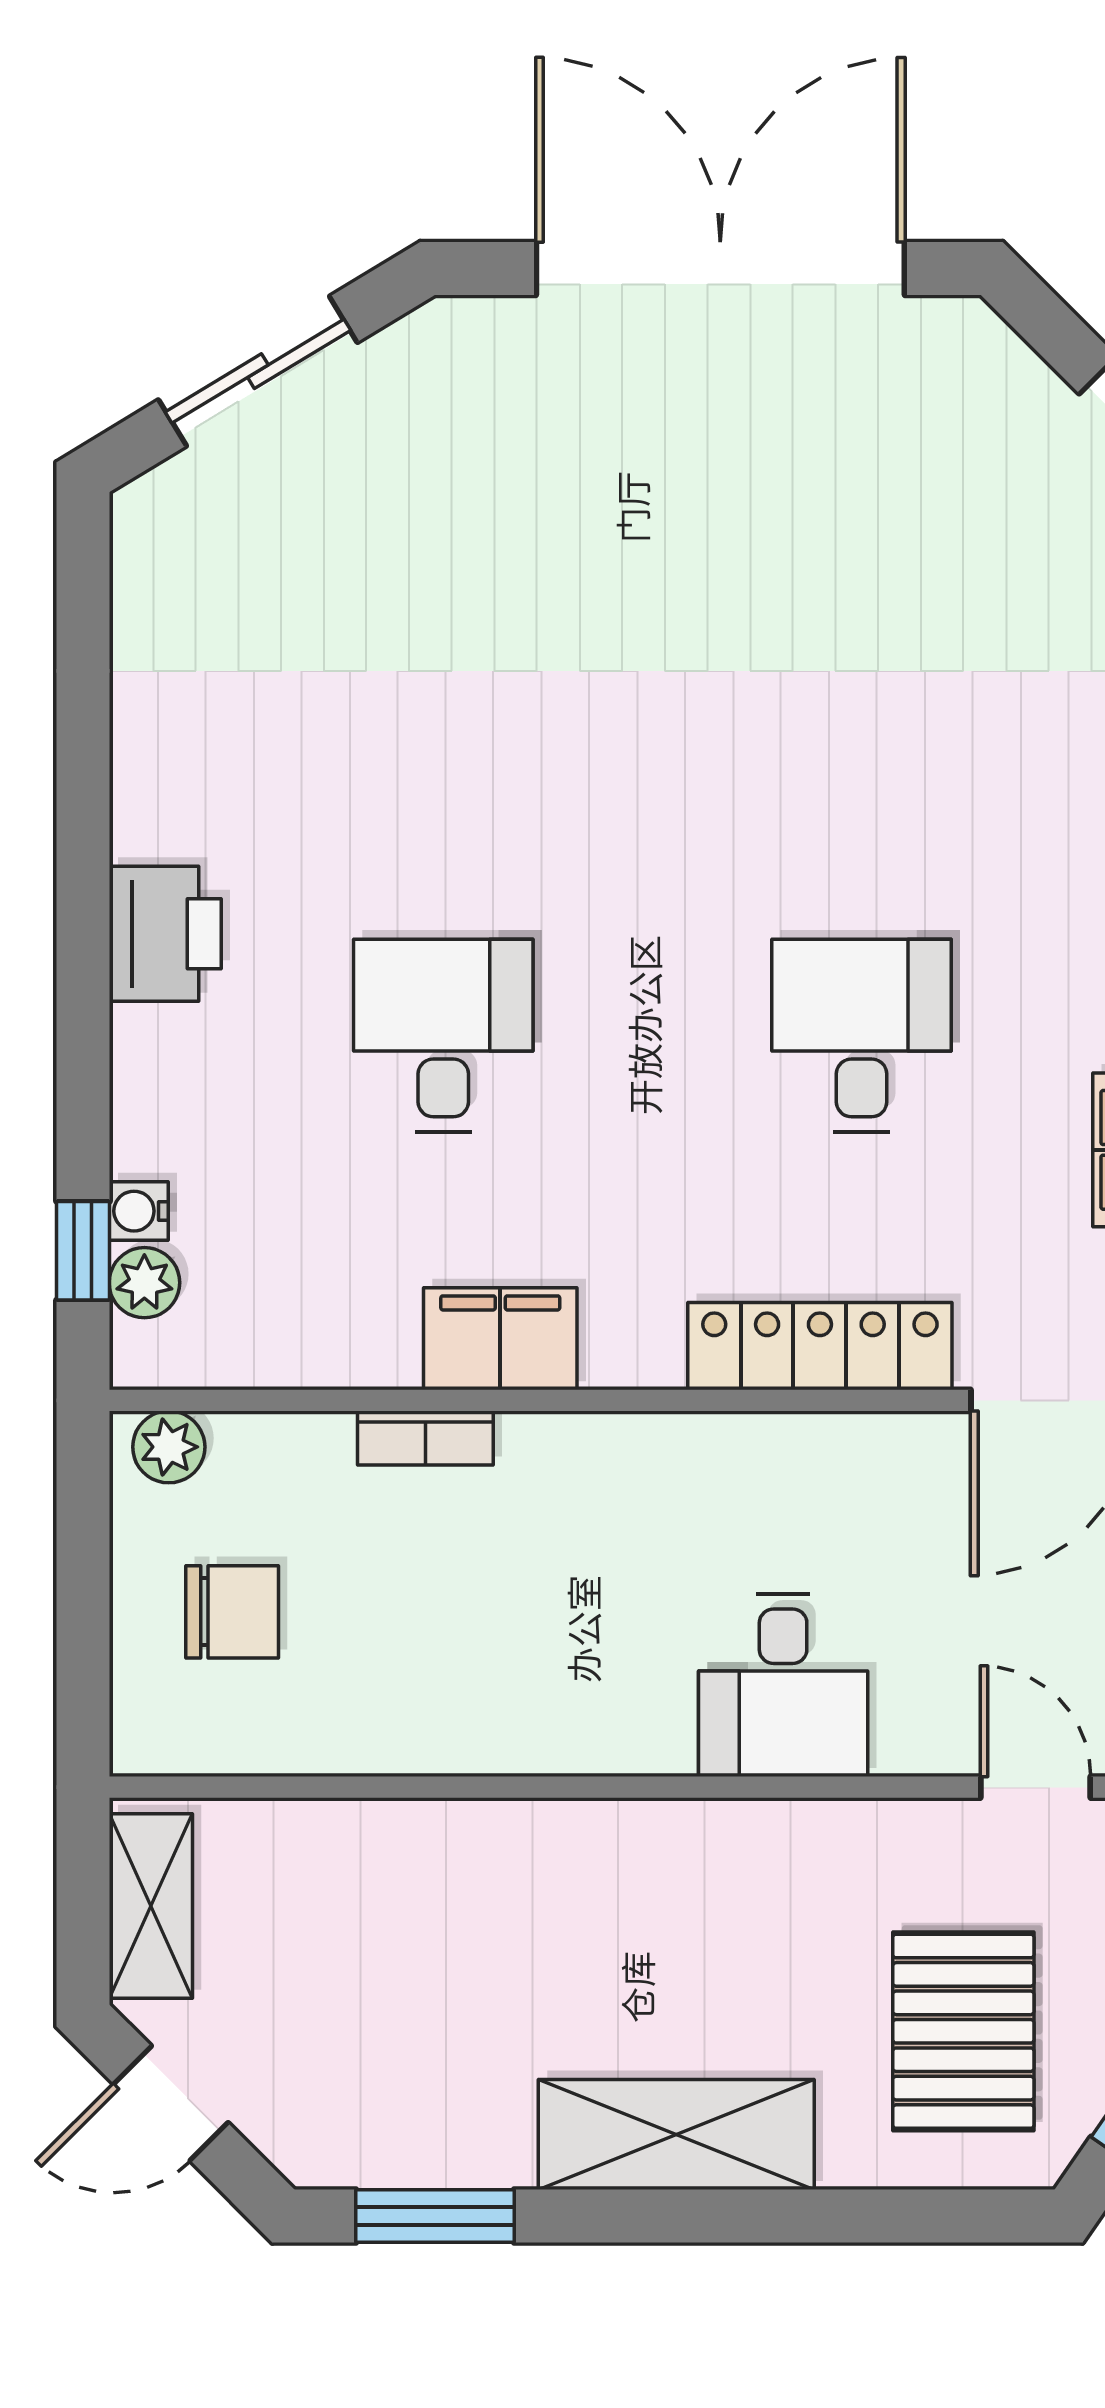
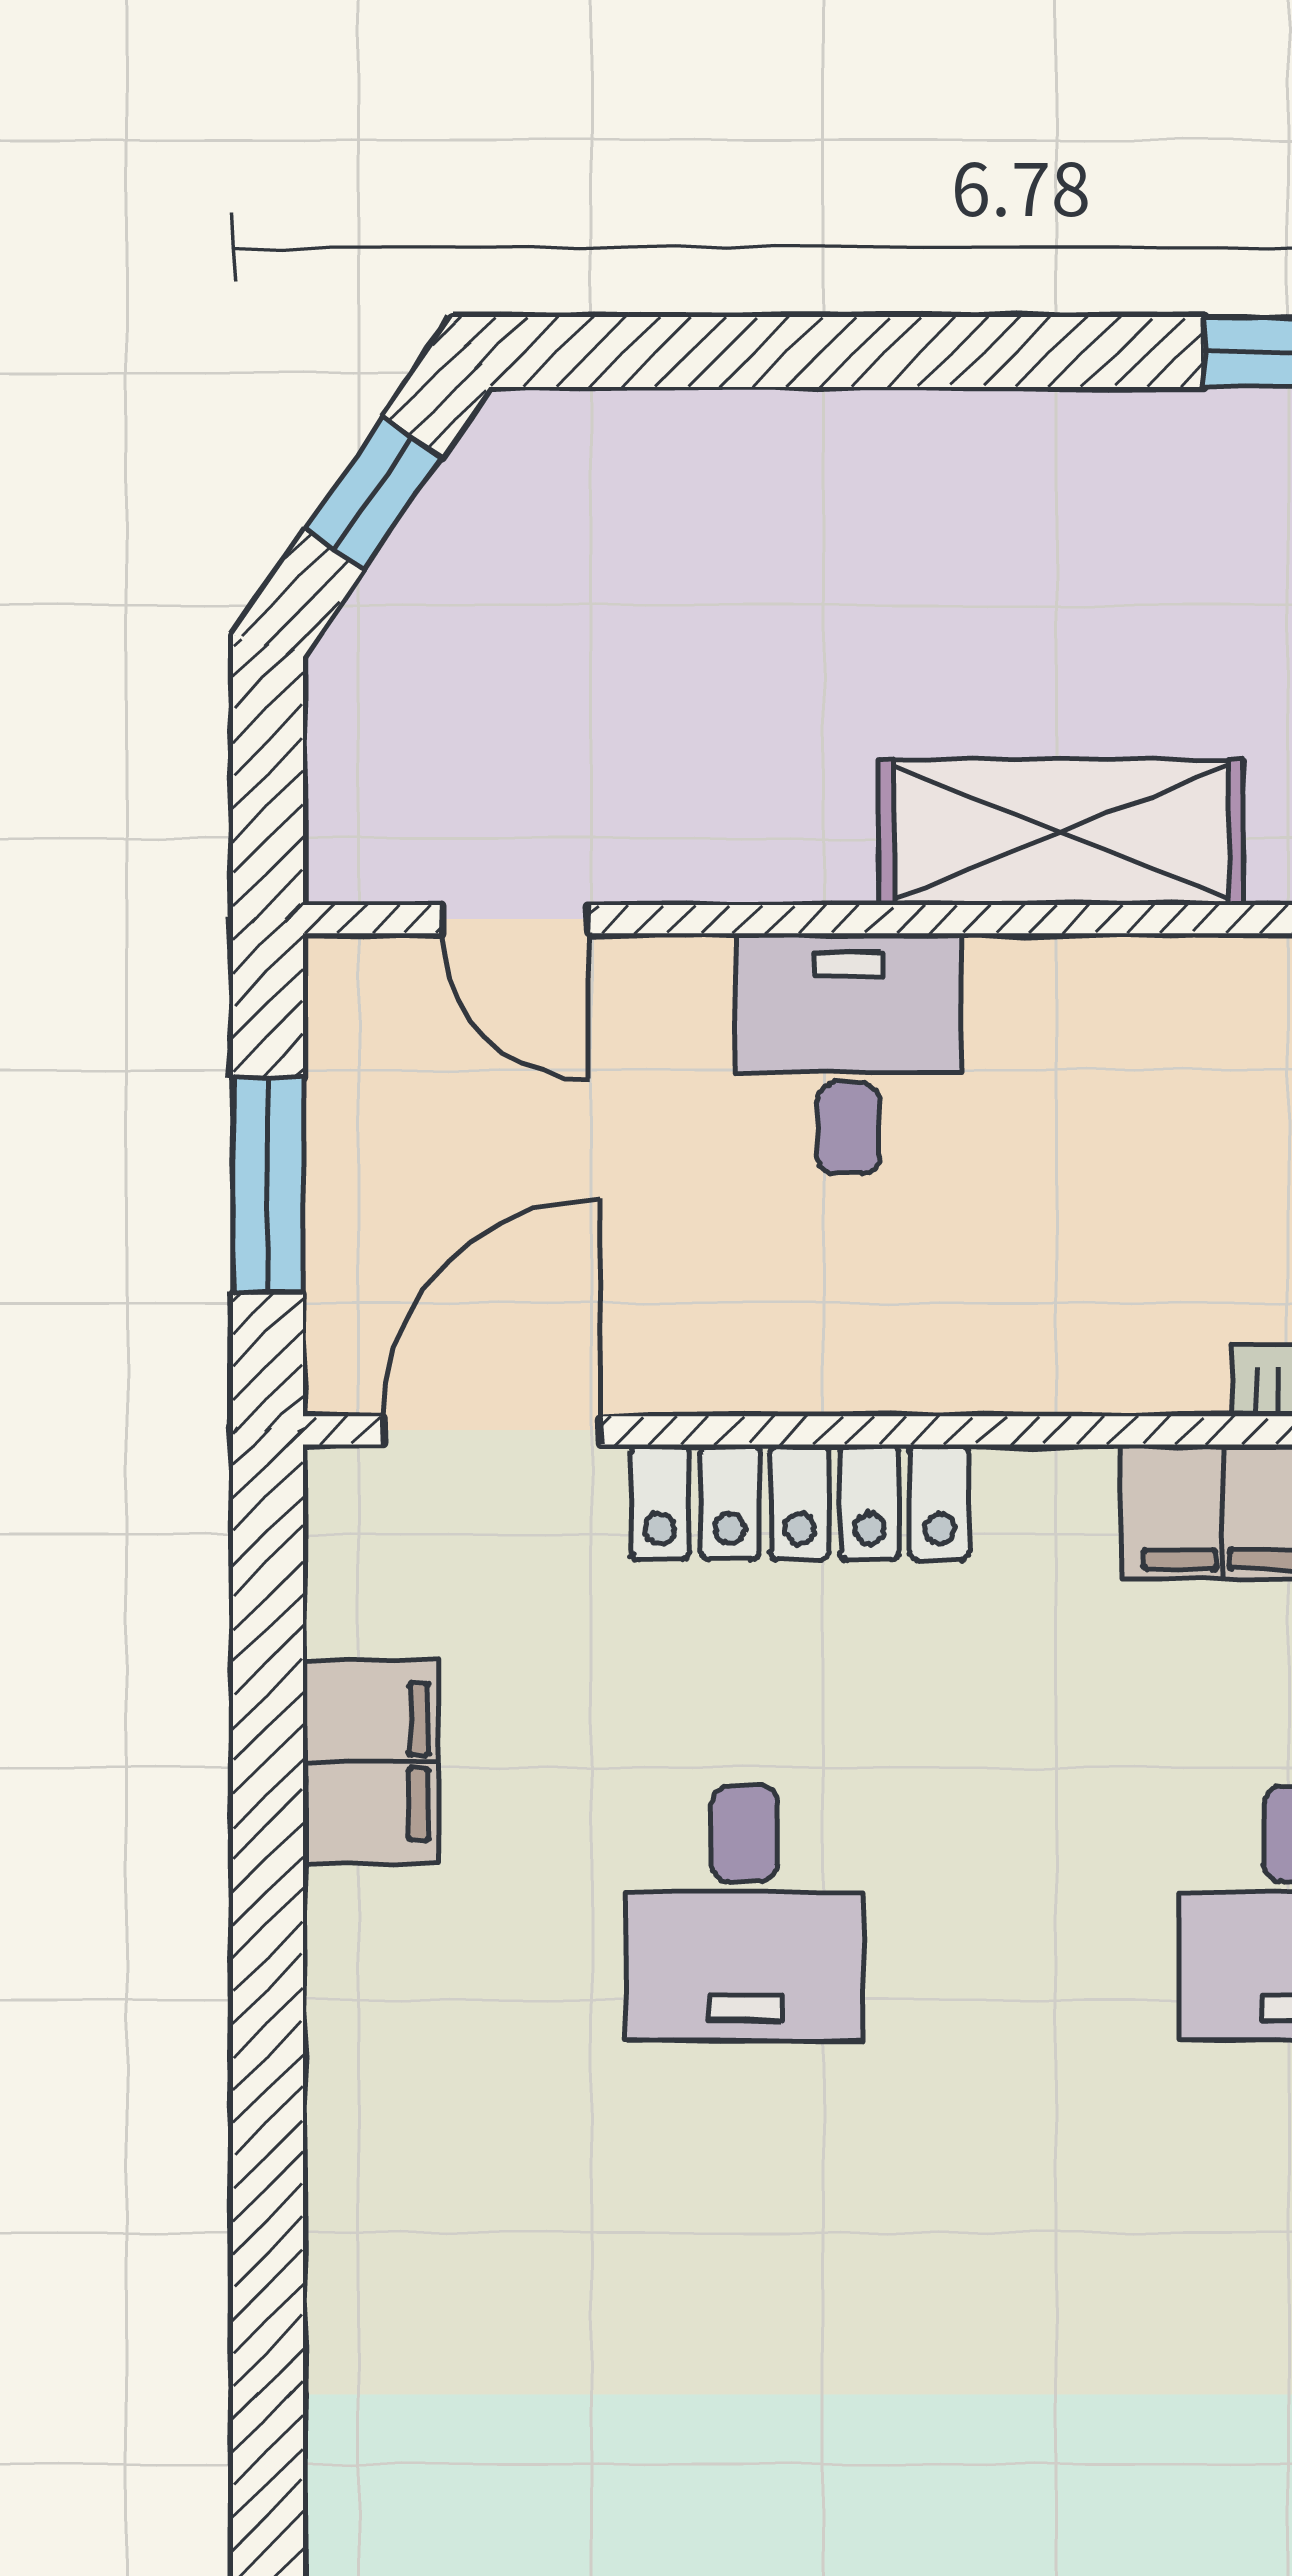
pallet: (963, 2031) -> (610, 596), removed
shelving: (676, 2135) -> (1061, 832), moved

